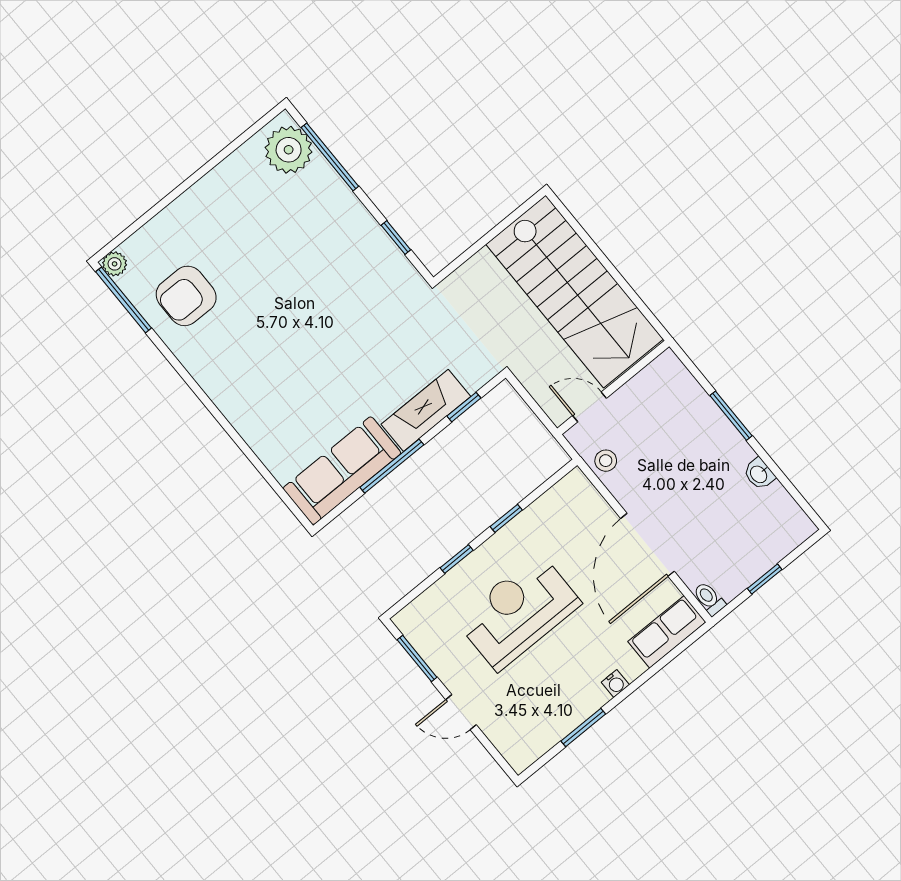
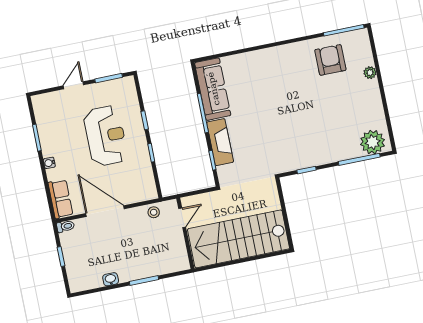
plant: (115, 264) -> (370, 73), moved

